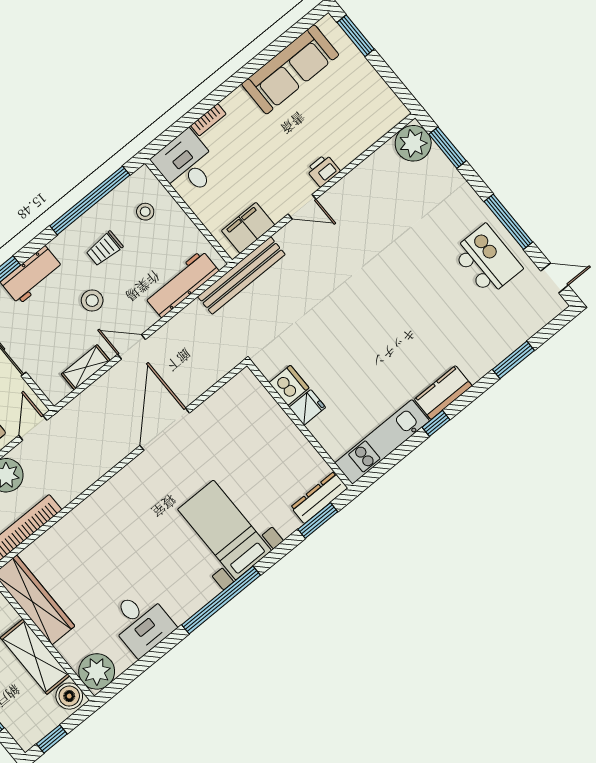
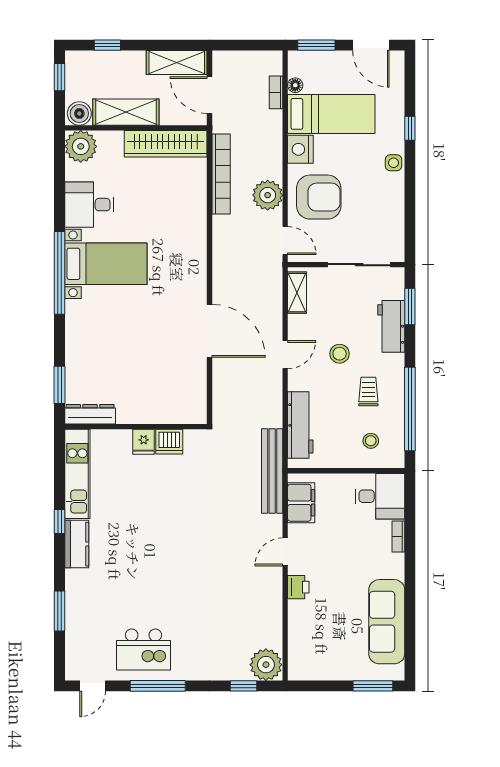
window: (447, 148) -> (244, 686), width x0.67
shelving: (86, 367) -> (297, 293), moved
dresser: (319, 497) -> (90, 414), moved, turned -90
bed with nightstands: (225, 530) -> (106, 264), moved

